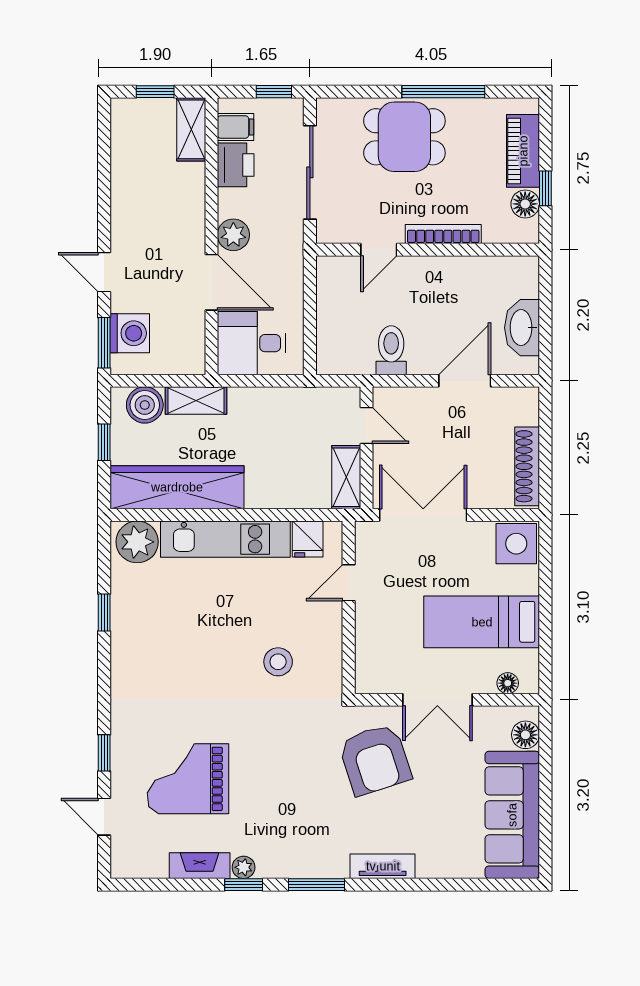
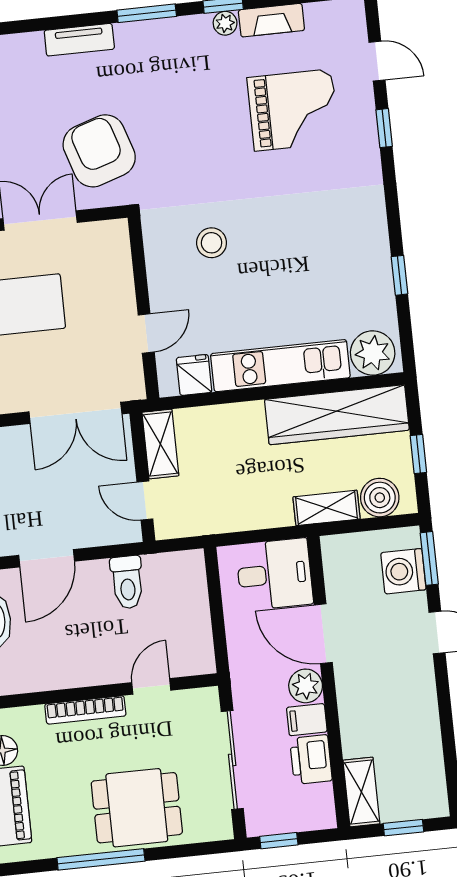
filing cabinet: (236, 127) -> (307, 720), moved

